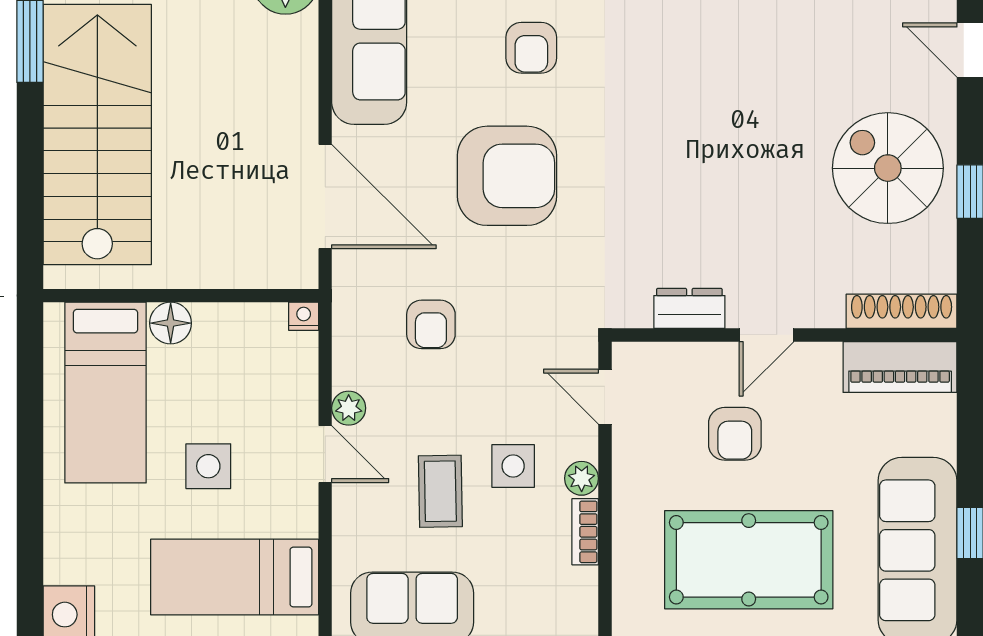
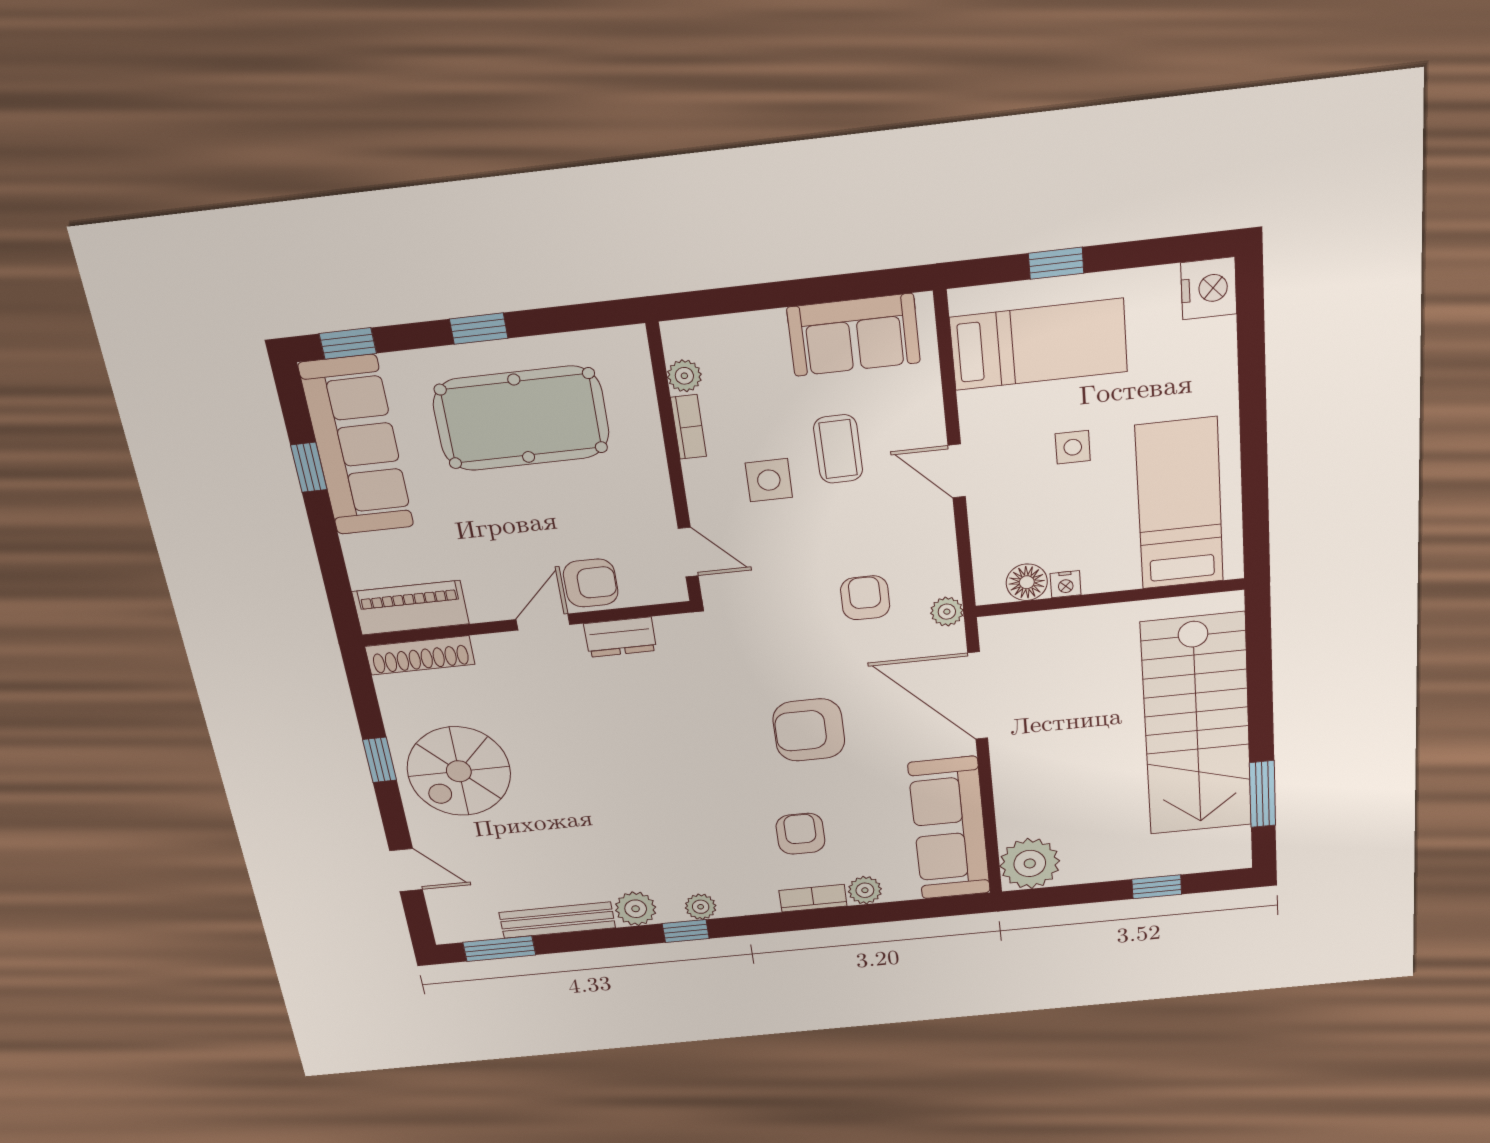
spiral stairs: (888, 168) -> (459, 771), turned 90
armchair: (507, 176) -> (809, 730), width x0.73, depth x0.73
nightstand: (304, 316) -> (1066, 584), moved
floor lamp: (171, 323) -> (1027, 582), moved
plant: (349, 408) -> (947, 612), moved
armchair: (735, 434) -> (591, 583), moved, turned 90
side table: (208, 466) -> (1073, 447), width x0.73, depth x0.73
plant: (582, 478) -> (684, 376), moved

